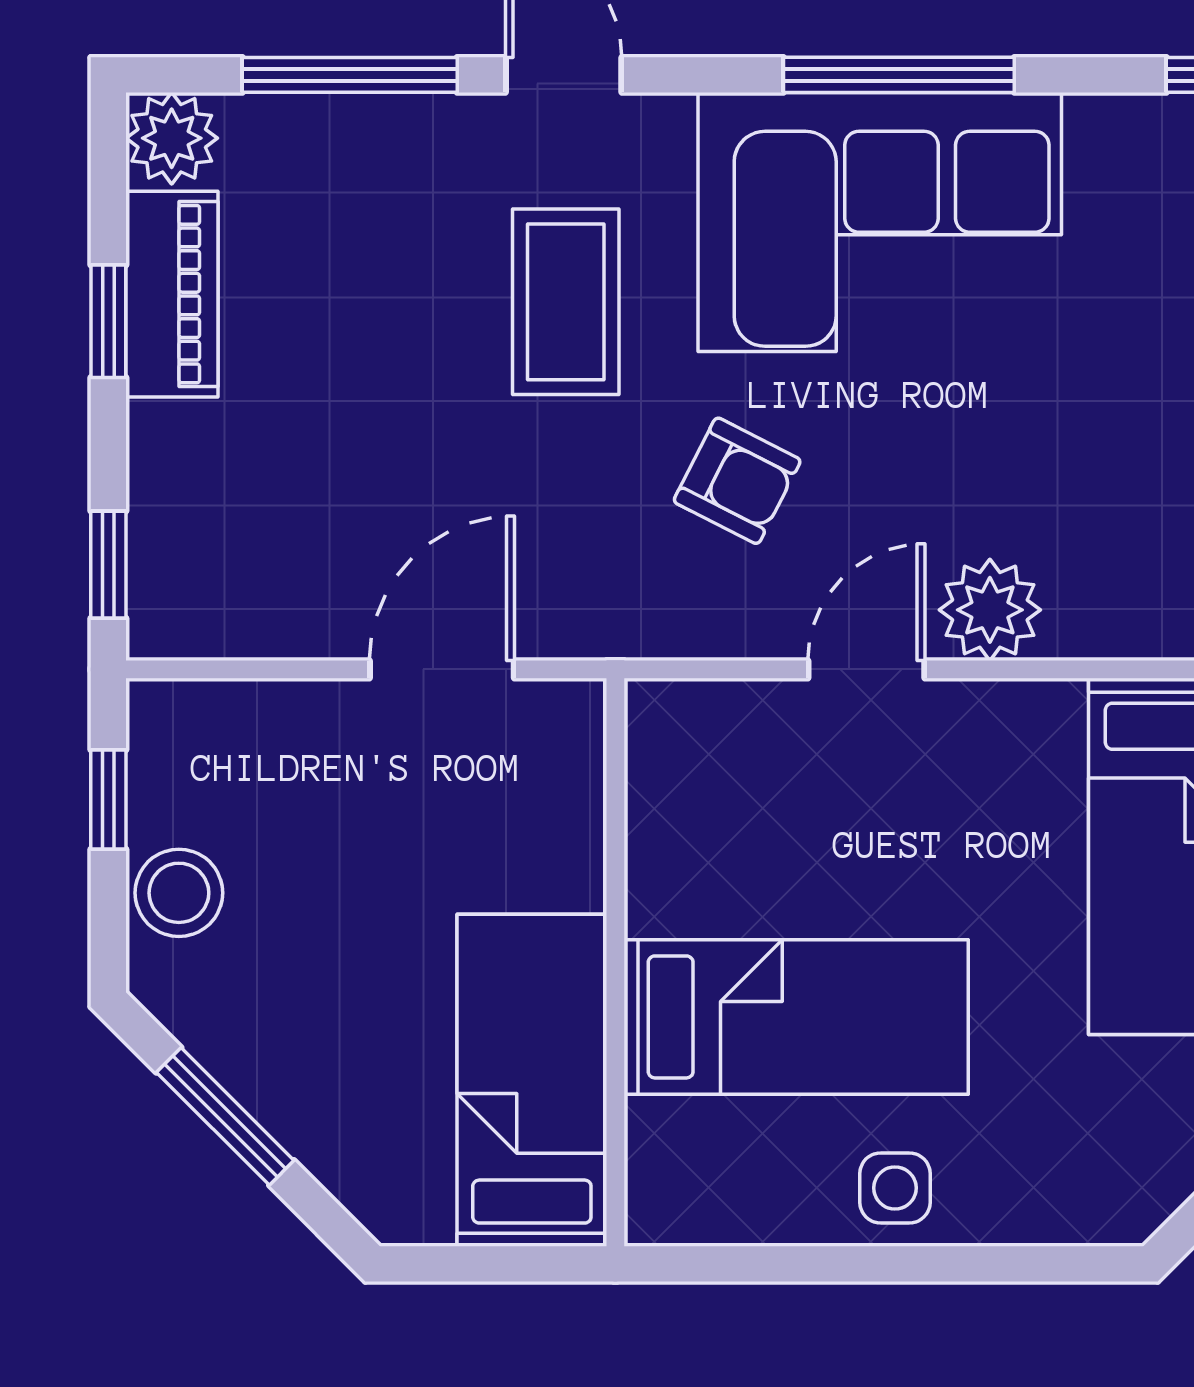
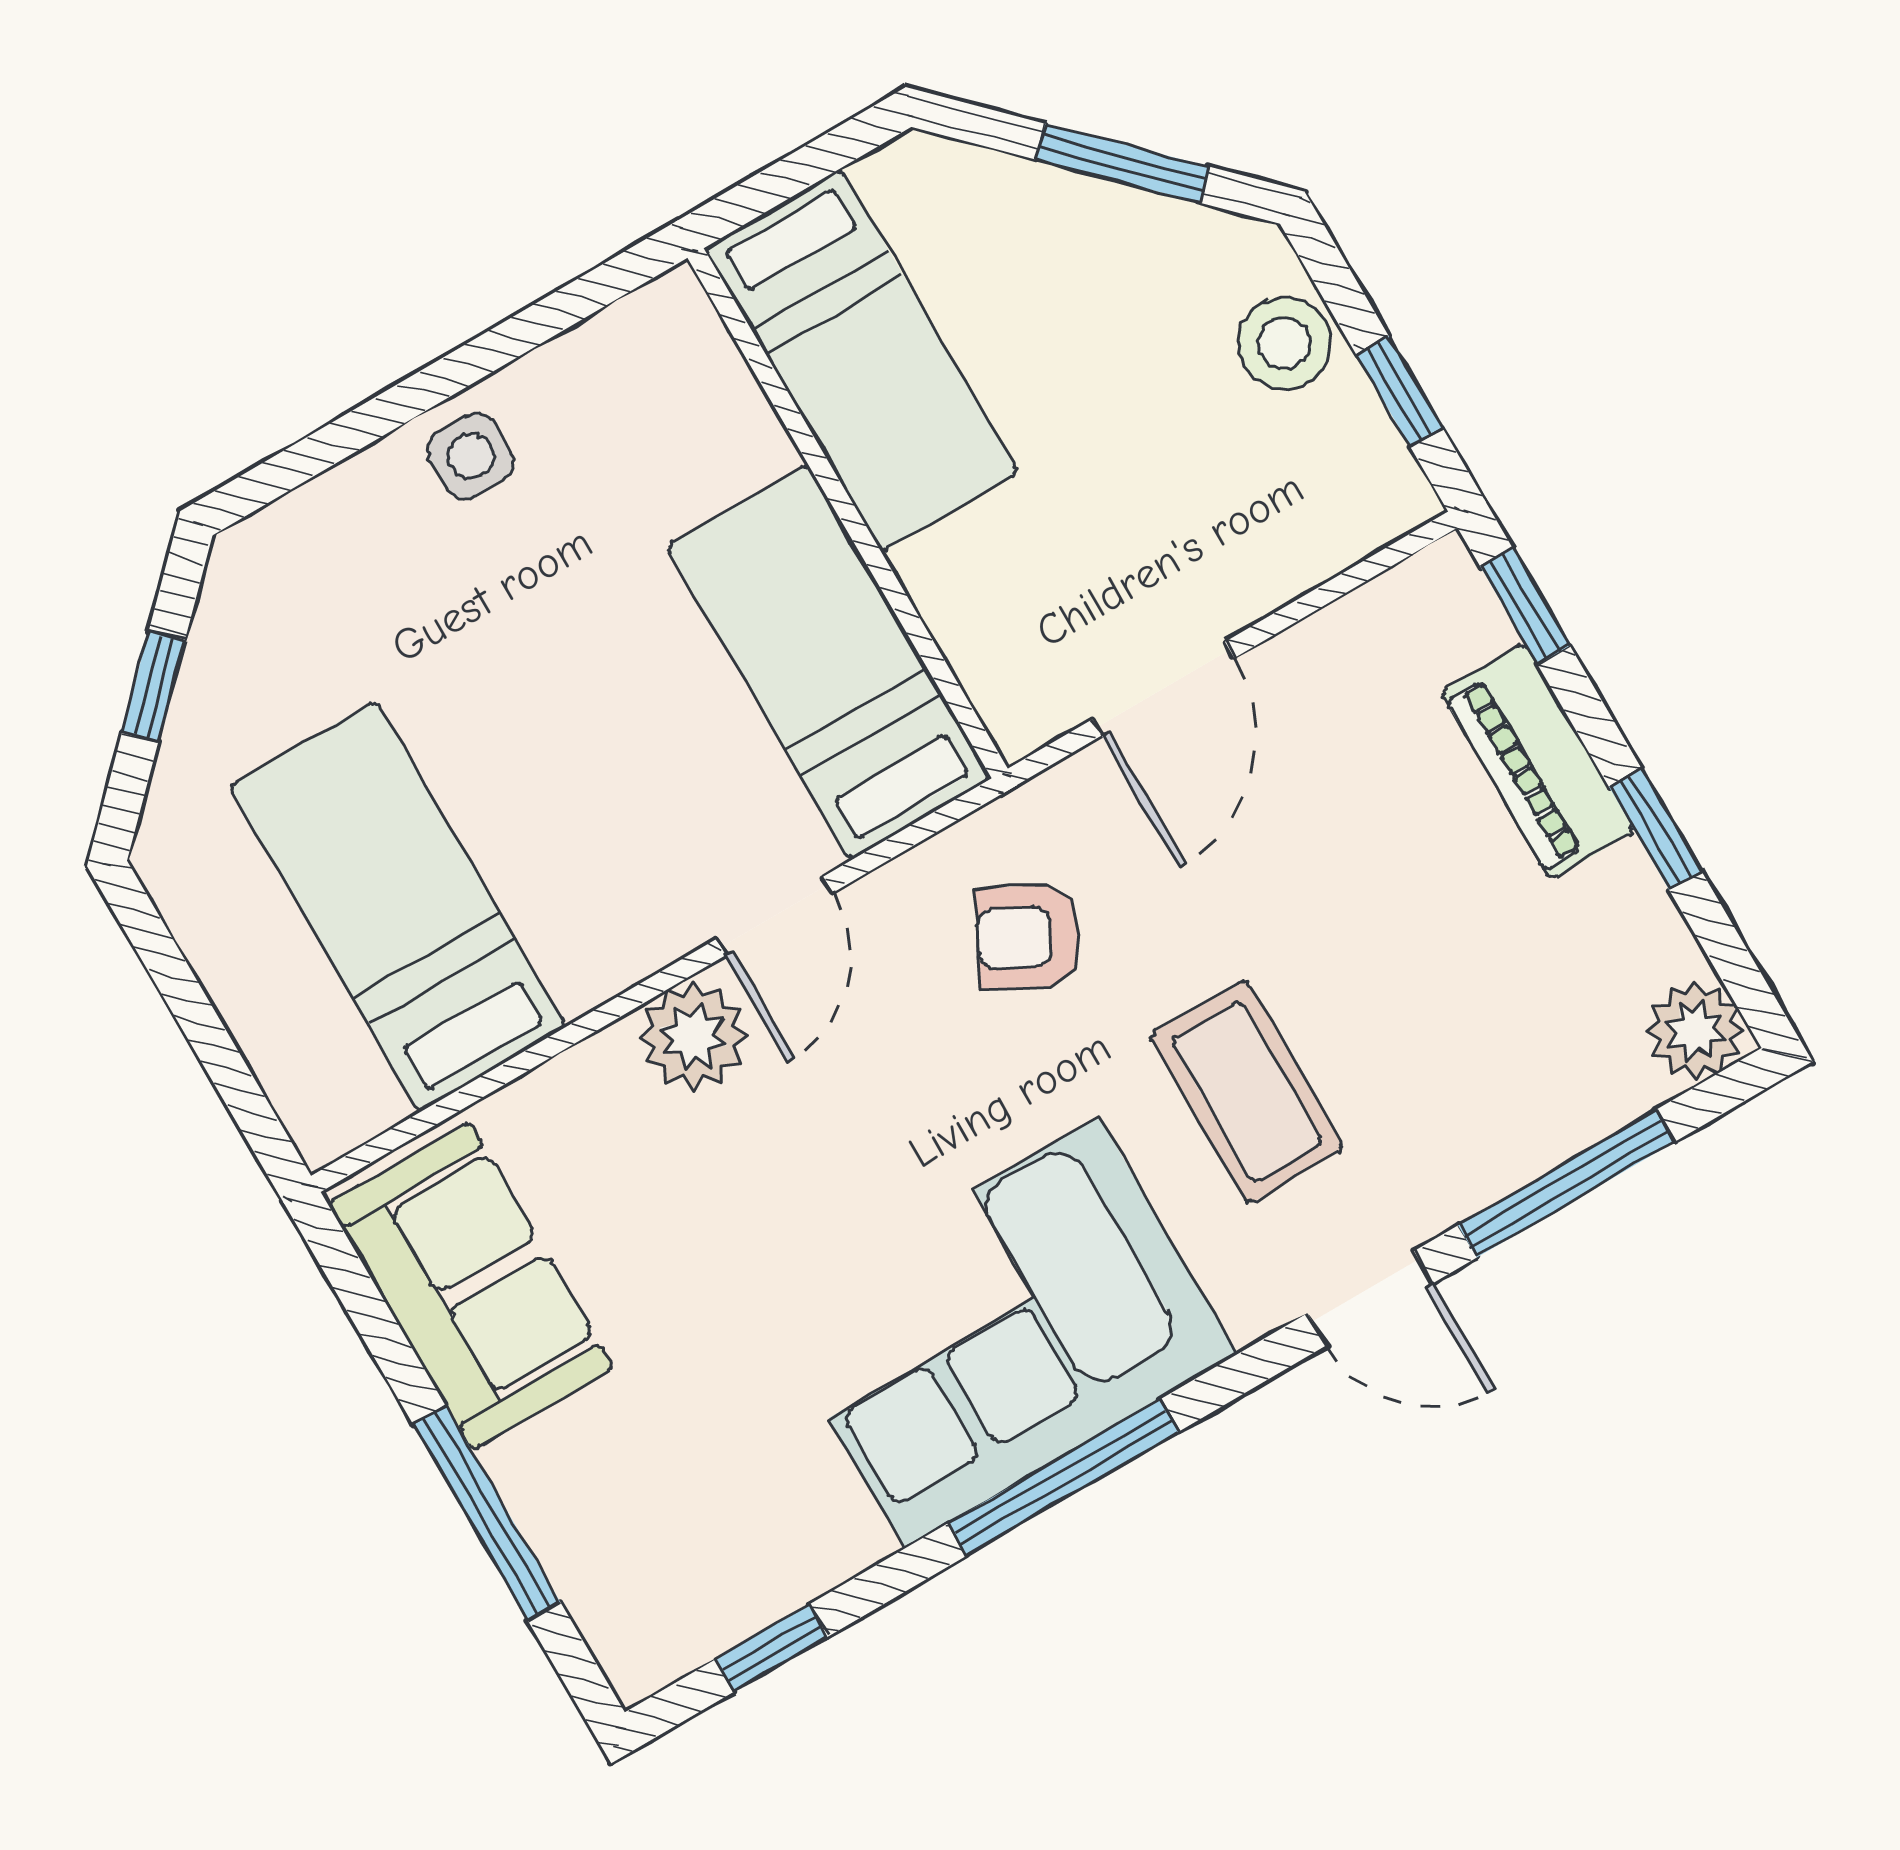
piano: (172, 294) -> (1538, 761), moved
armchair: (737, 481) -> (1029, 937), moved
bed: (796, 1017) -> (829, 662), moved, turned 90

